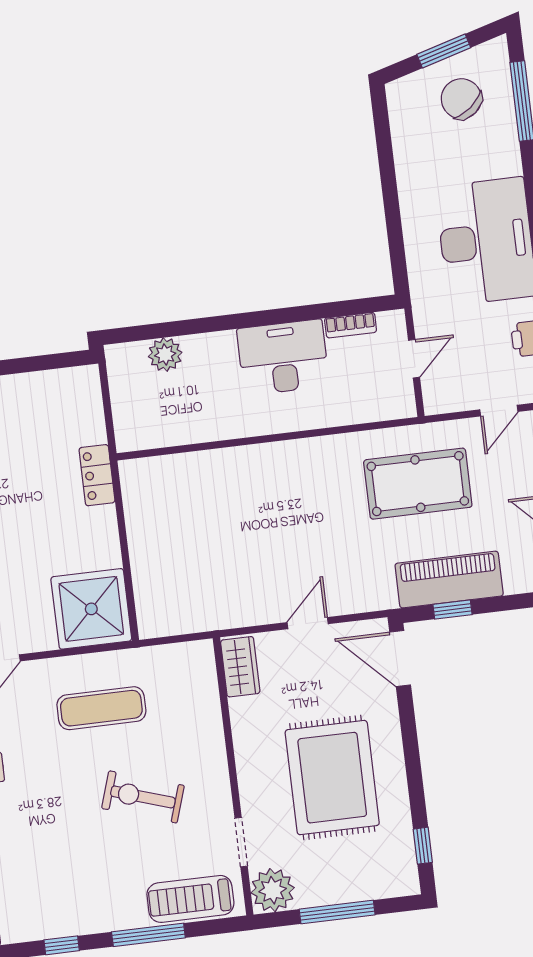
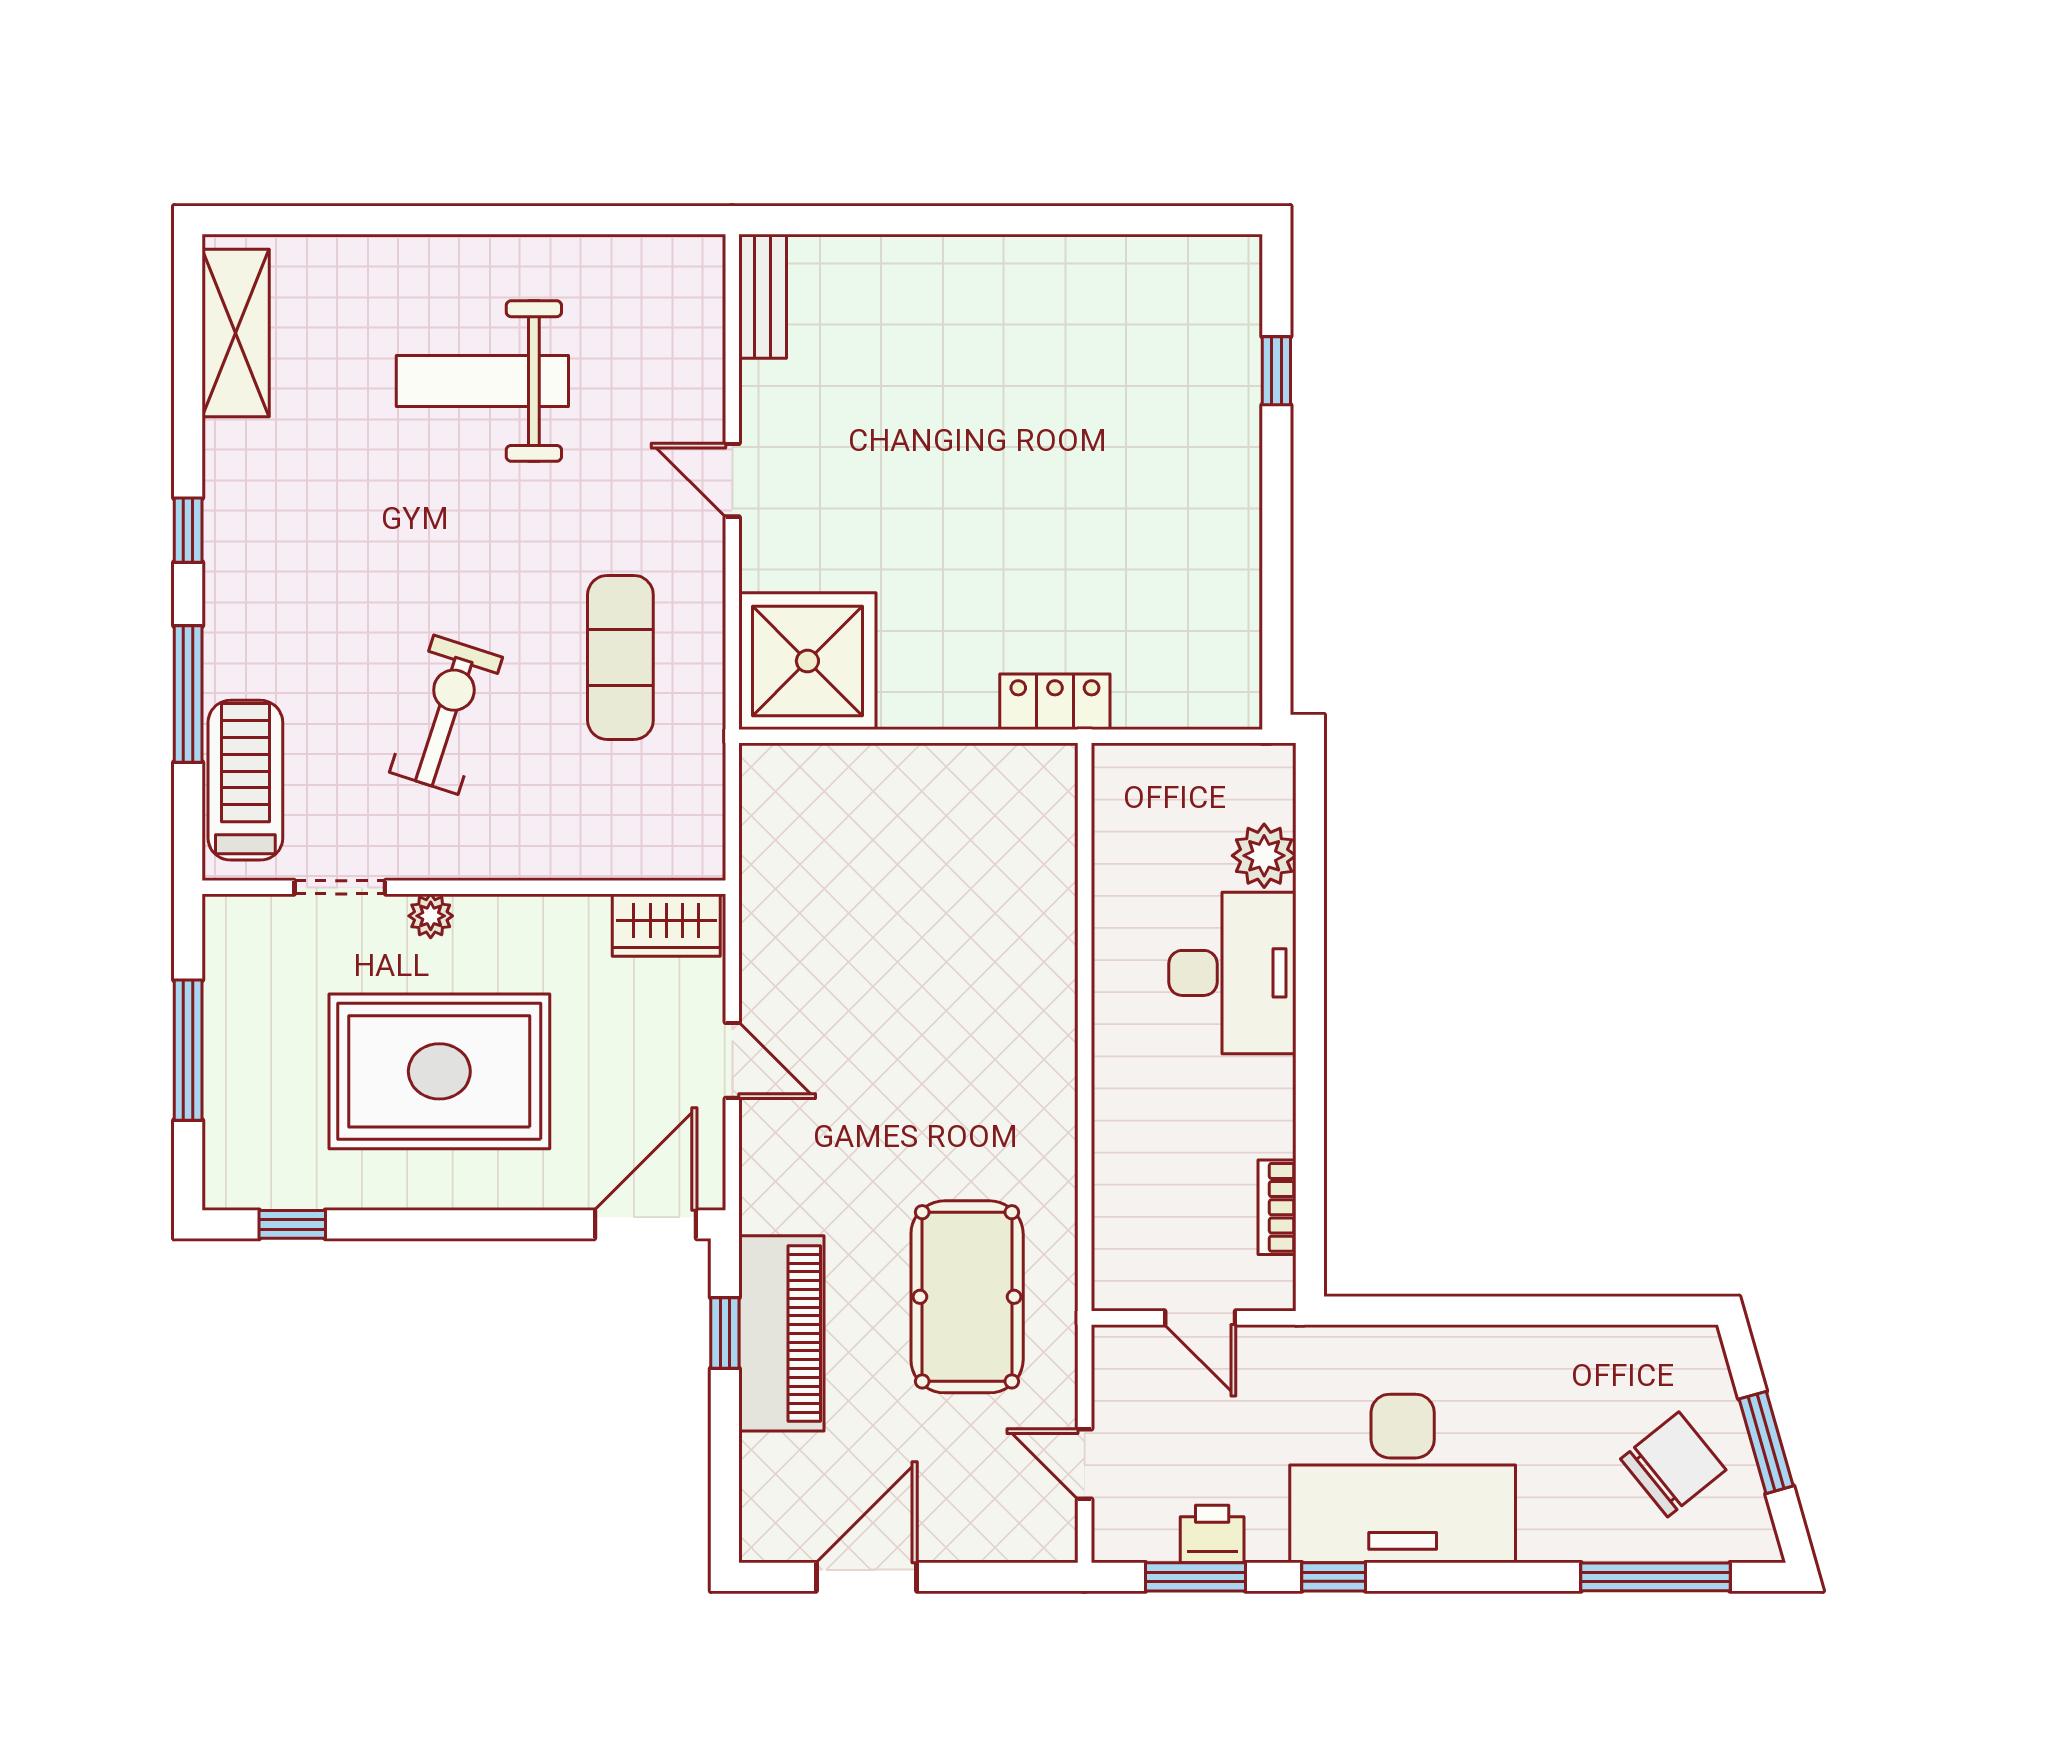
desk: (283, 357) -> (1232, 973), moved
plant: (273, 890) -> (431, 916), moved, width x0.53, depth x0.53

